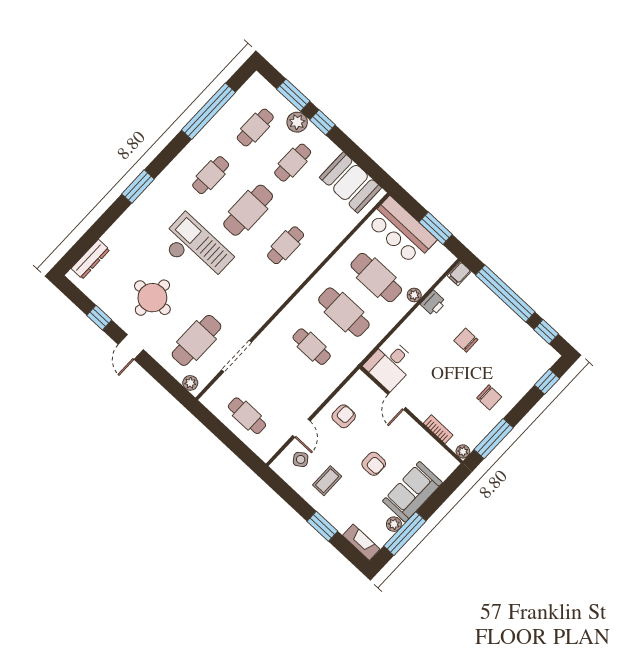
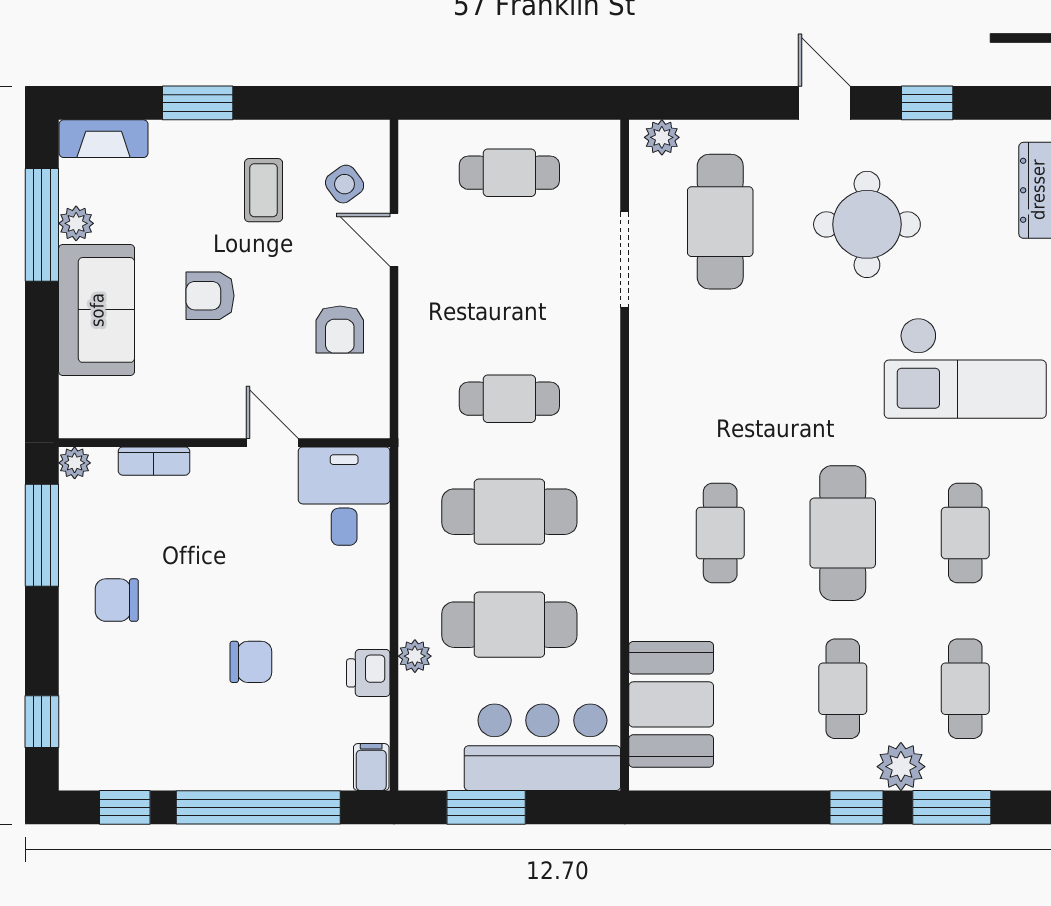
booth: (350, 182) -> (671, 704), moved, turned 90
checkout: (196, 249) -> (965, 368), moved

